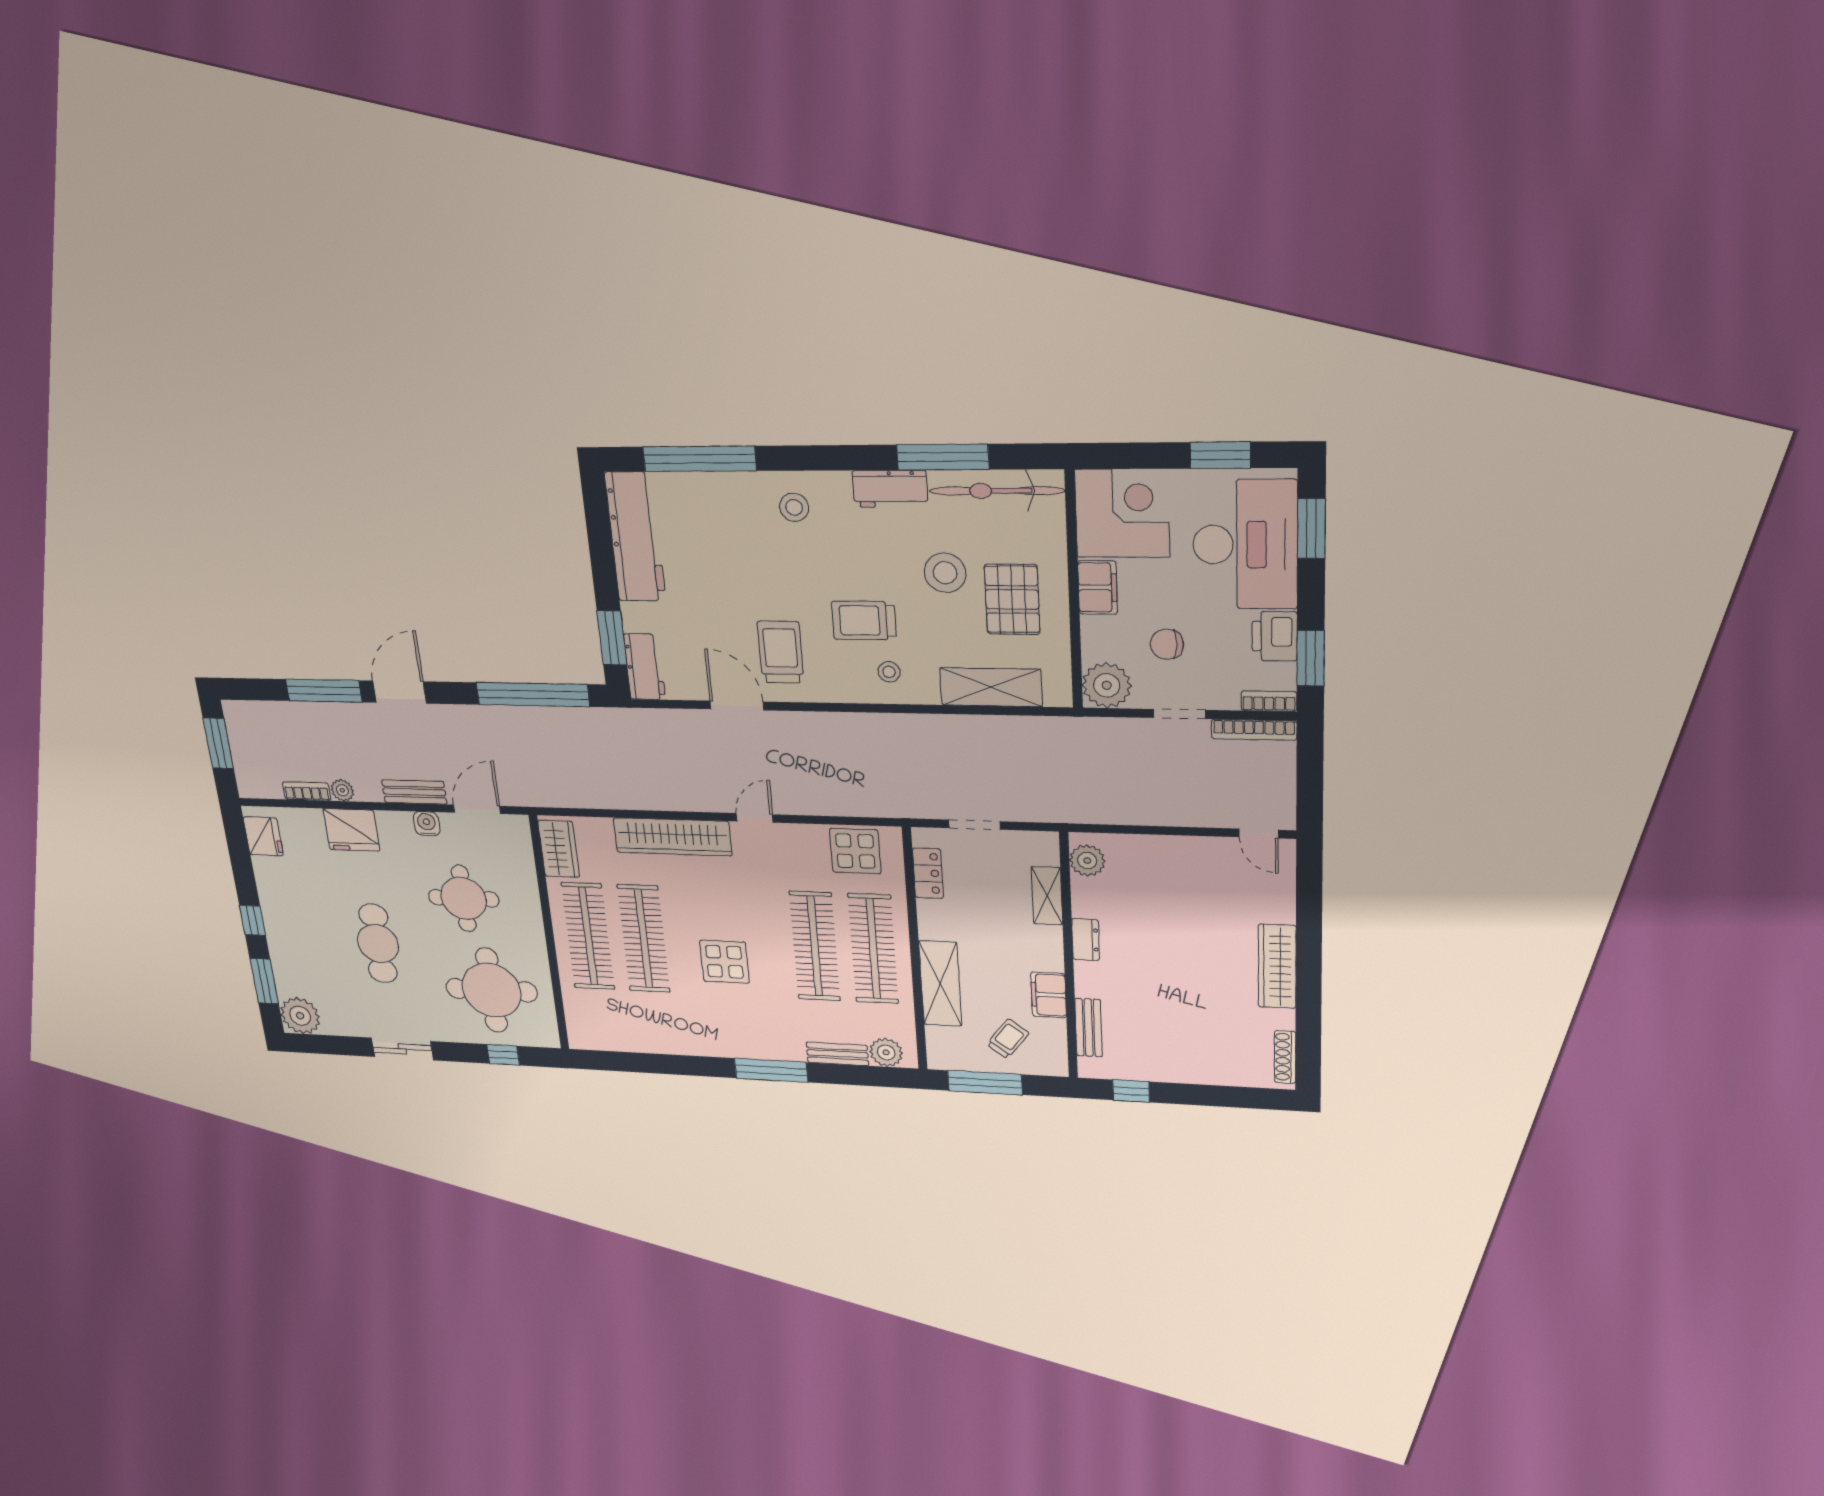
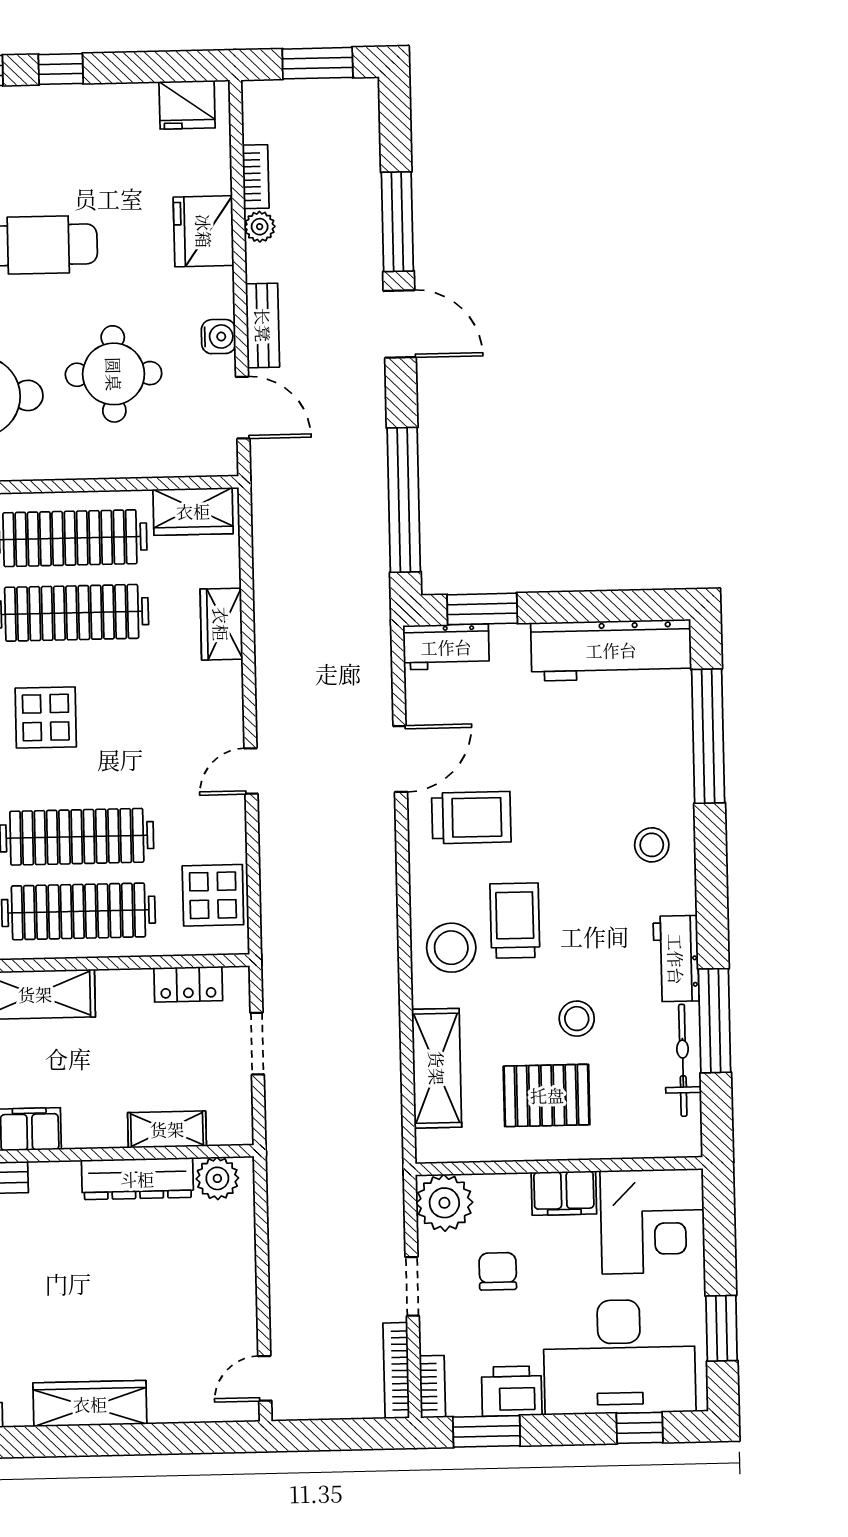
bicycle: (997, 491) -> (683, 1060), width x0.73, depth x0.71
window: (1311, 529) -> (640, 1428), width x0.67
stool: (945, 573) -> (577, 1019), width x0.73, depth x0.73
stool: (889, 672) -> (451, 948), width x1.89, depth x1.89
door: (755, 818) -> (251, 771), swing flipped
wardrobe: (673, 837) -> (221, 624), width x0.48, depth x0.85
dresser: (1086, 940) -> (137, 1179), width x1.96, depth x1.24

